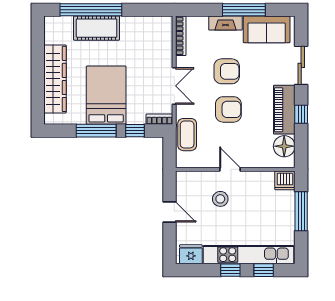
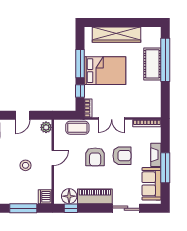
armchair: (227, 71) -> (122, 156), turned -90
window: (301, 114) -> (71, 208), moved
plant: (187, 179) -> (46, 127), added
stool: (220, 199) -> (26, 165), moved

